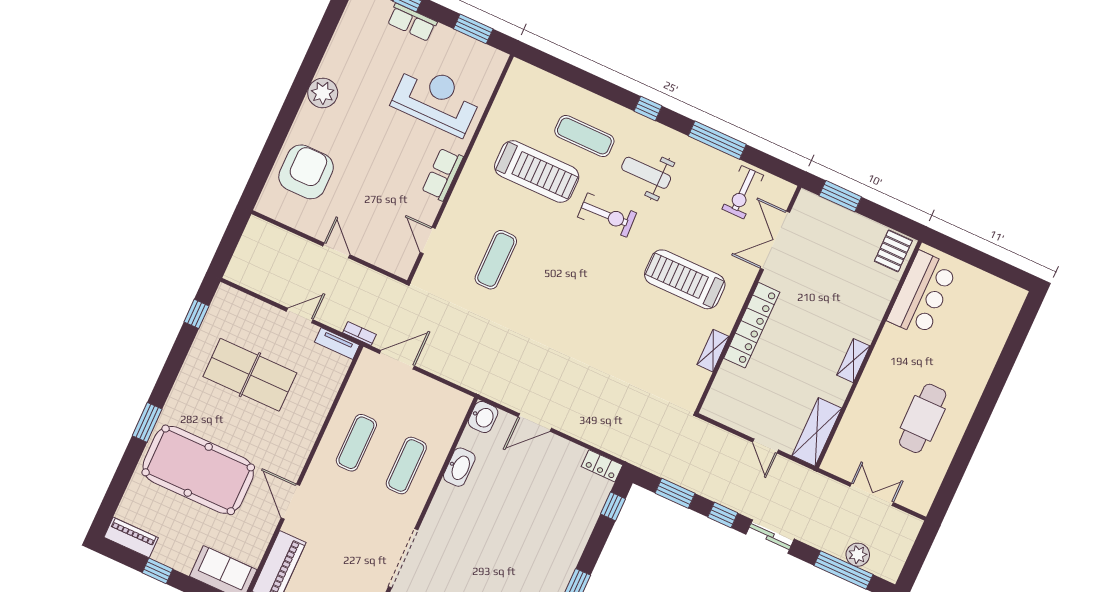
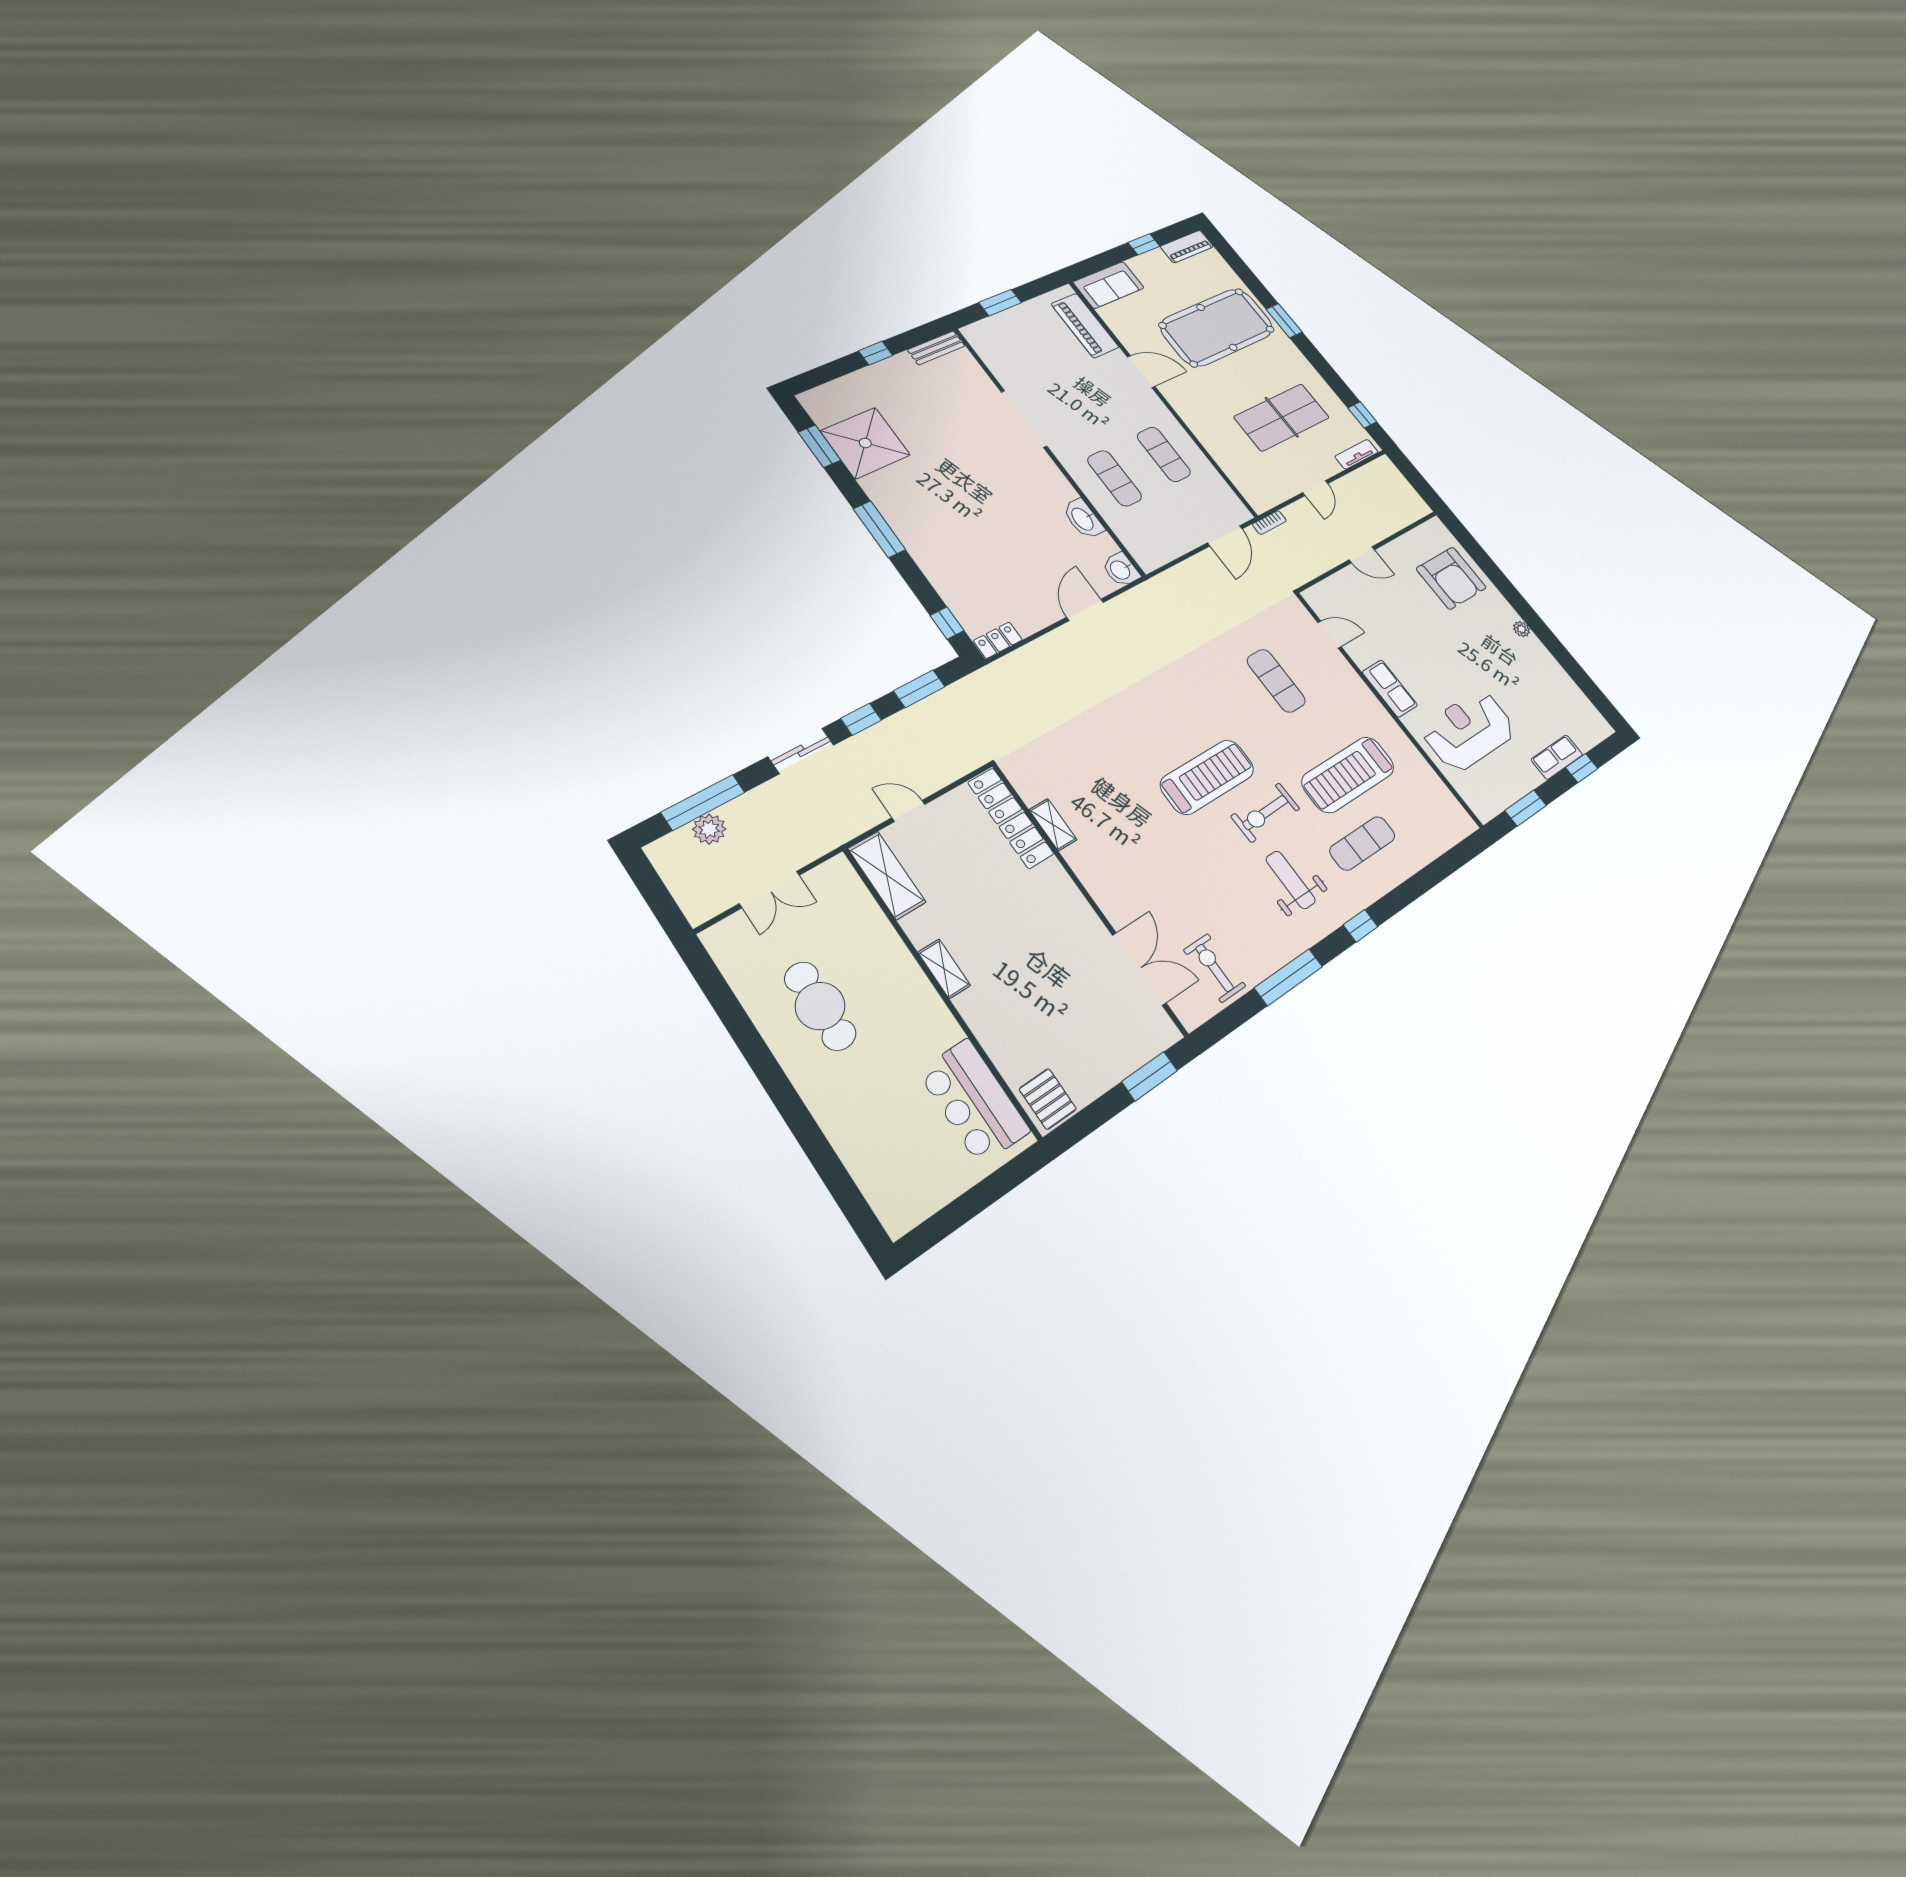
plant: (323, 93) -> (1522, 629), width x0.53, depth x0.53
reception desk: (436, 99) -> (1469, 730), turned 180
weight bench: (646, 173) -> (1291, 880), turned -90
treadmill: (685, 279) -> (1207, 777), moved
locker: (752, 325) -> (1011, 818), moved
tv unit: (337, 344) -> (1356, 454), moved

